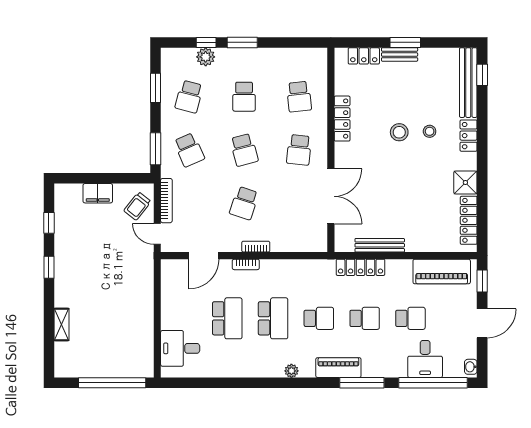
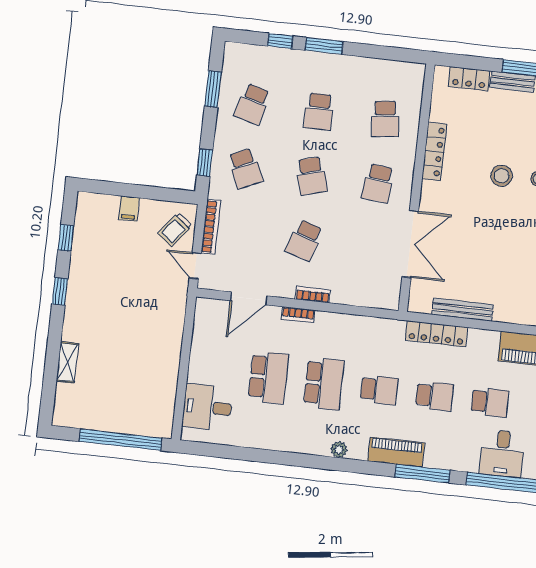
plant: (206, 57) -> (278, 58), removed
window: (156, 149) -> (205, 163), width x0.67
filing cabinet: (98, 193) -> (129, 209), width x0.50

